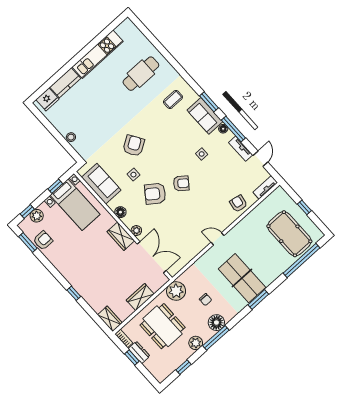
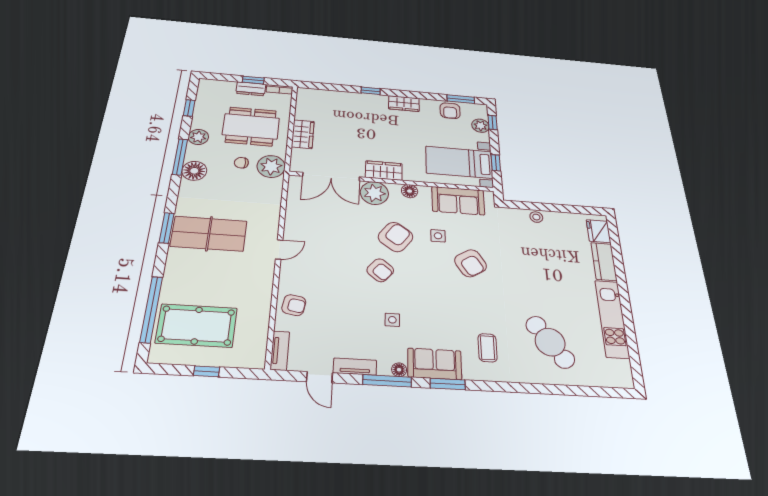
cafe table: (141, 74) -> (550, 342), turned -36
armchair: (181, 183) -> (380, 270), turned -88
plant: (136, 231) -> (374, 193), width x1.88, depth x1.88
chair: (206, 300) -> (241, 163), moved
wardrobe: (110, 319) -> (404, 104), moved

